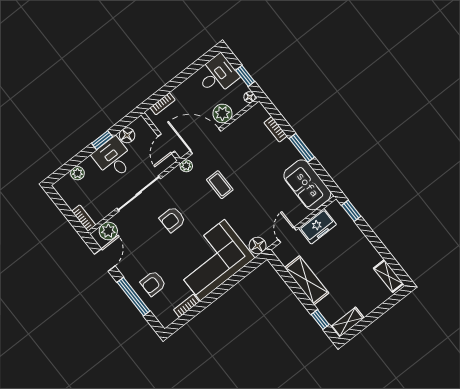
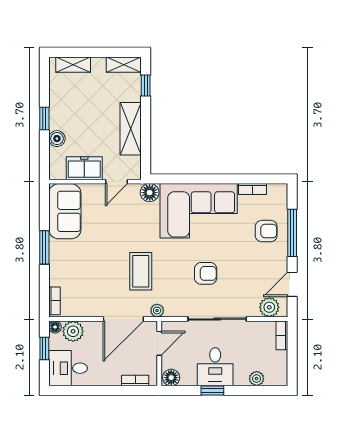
plant: (222, 113) -> (73, 331), moved
bookcase: (276, 129) -> (54, 301), moved
floor lamp: (127, 135) -> (171, 378), moved
door: (205, 141) -> (123, 319), hinge flipped
coffee table: (220, 185) -> (141, 271), width x1.36, depth x1.30
window: (351, 211) -> (44, 119), moved
boiler: (354, 232) -> (57, 139), added
shelving: (388, 276) -> (73, 65), moved, turned 90

